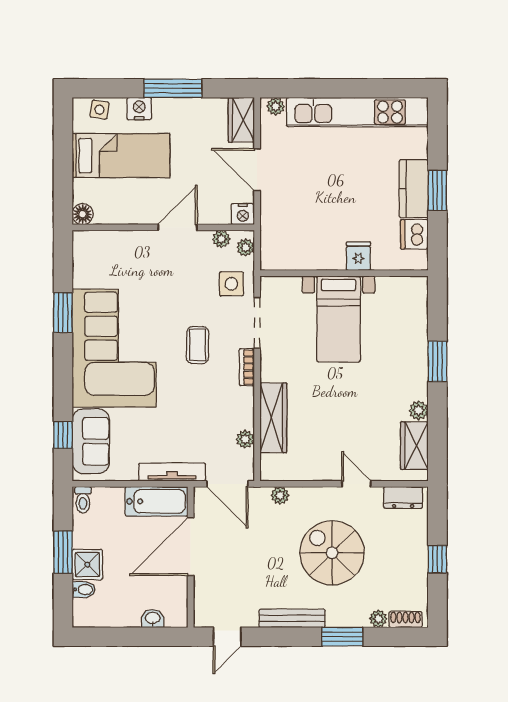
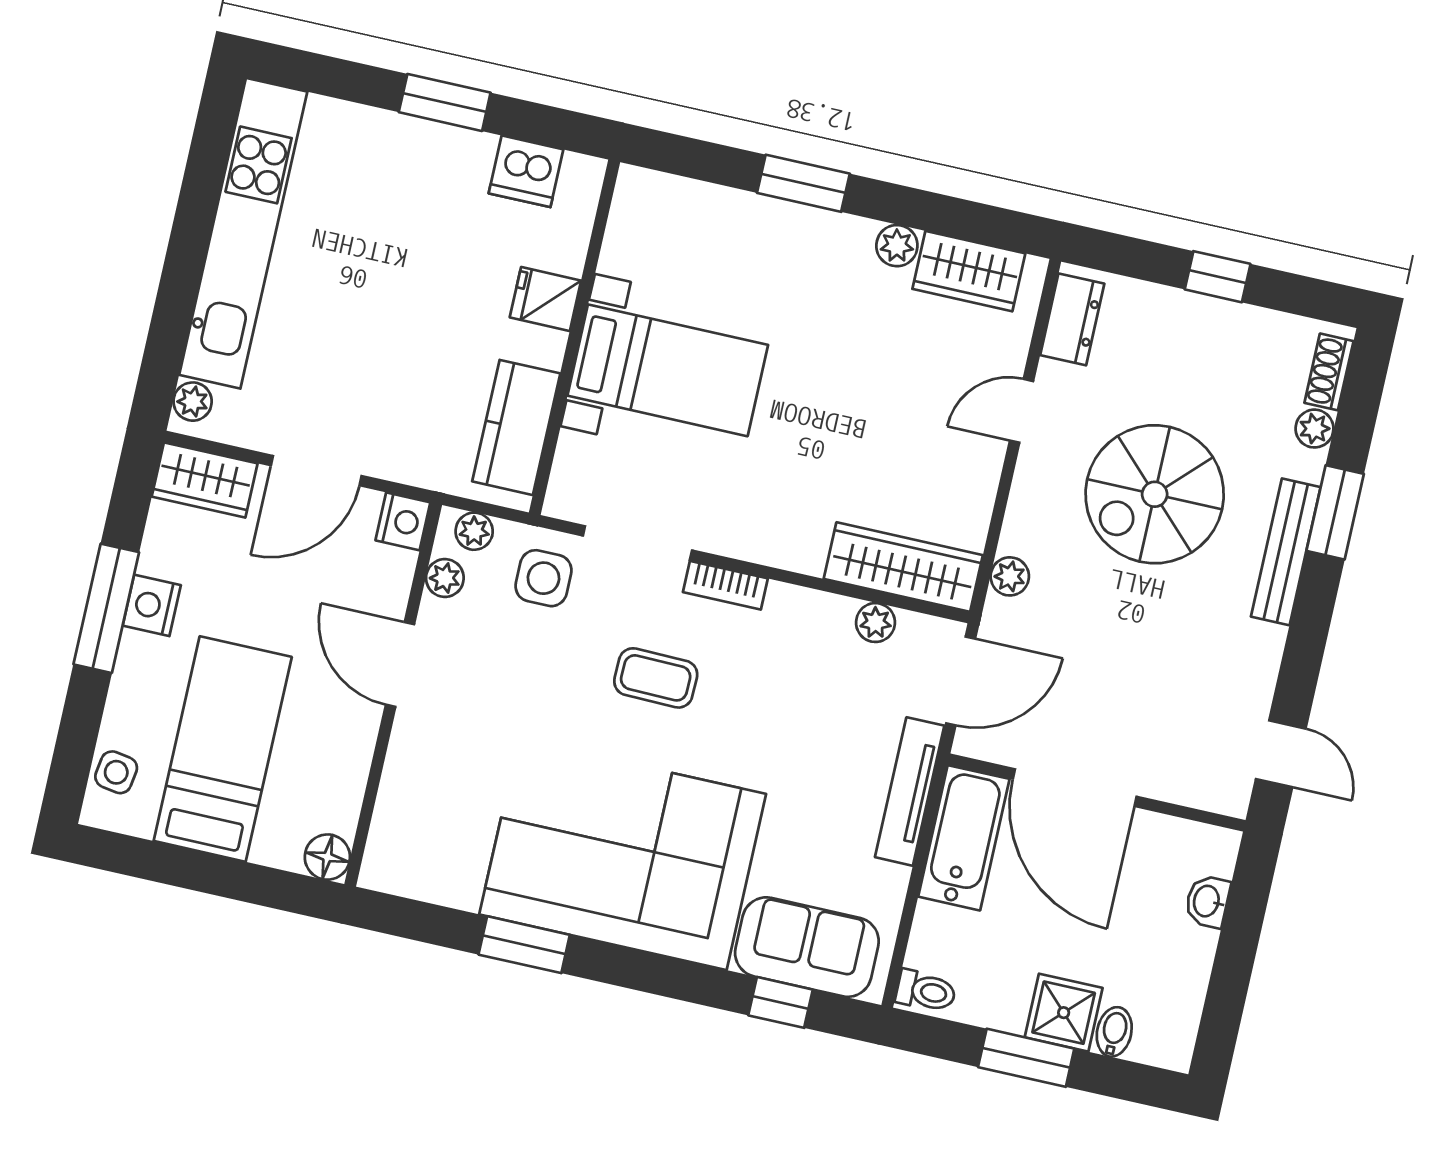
nightstand: (139, 109) -> (152, 605), moved
kitchen counter: (414, 189) -> (516, 427), moved, turned 90
wardrobe: (273, 418) -> (903, 567), moved
bench: (292, 618) -> (1286, 552), moved

